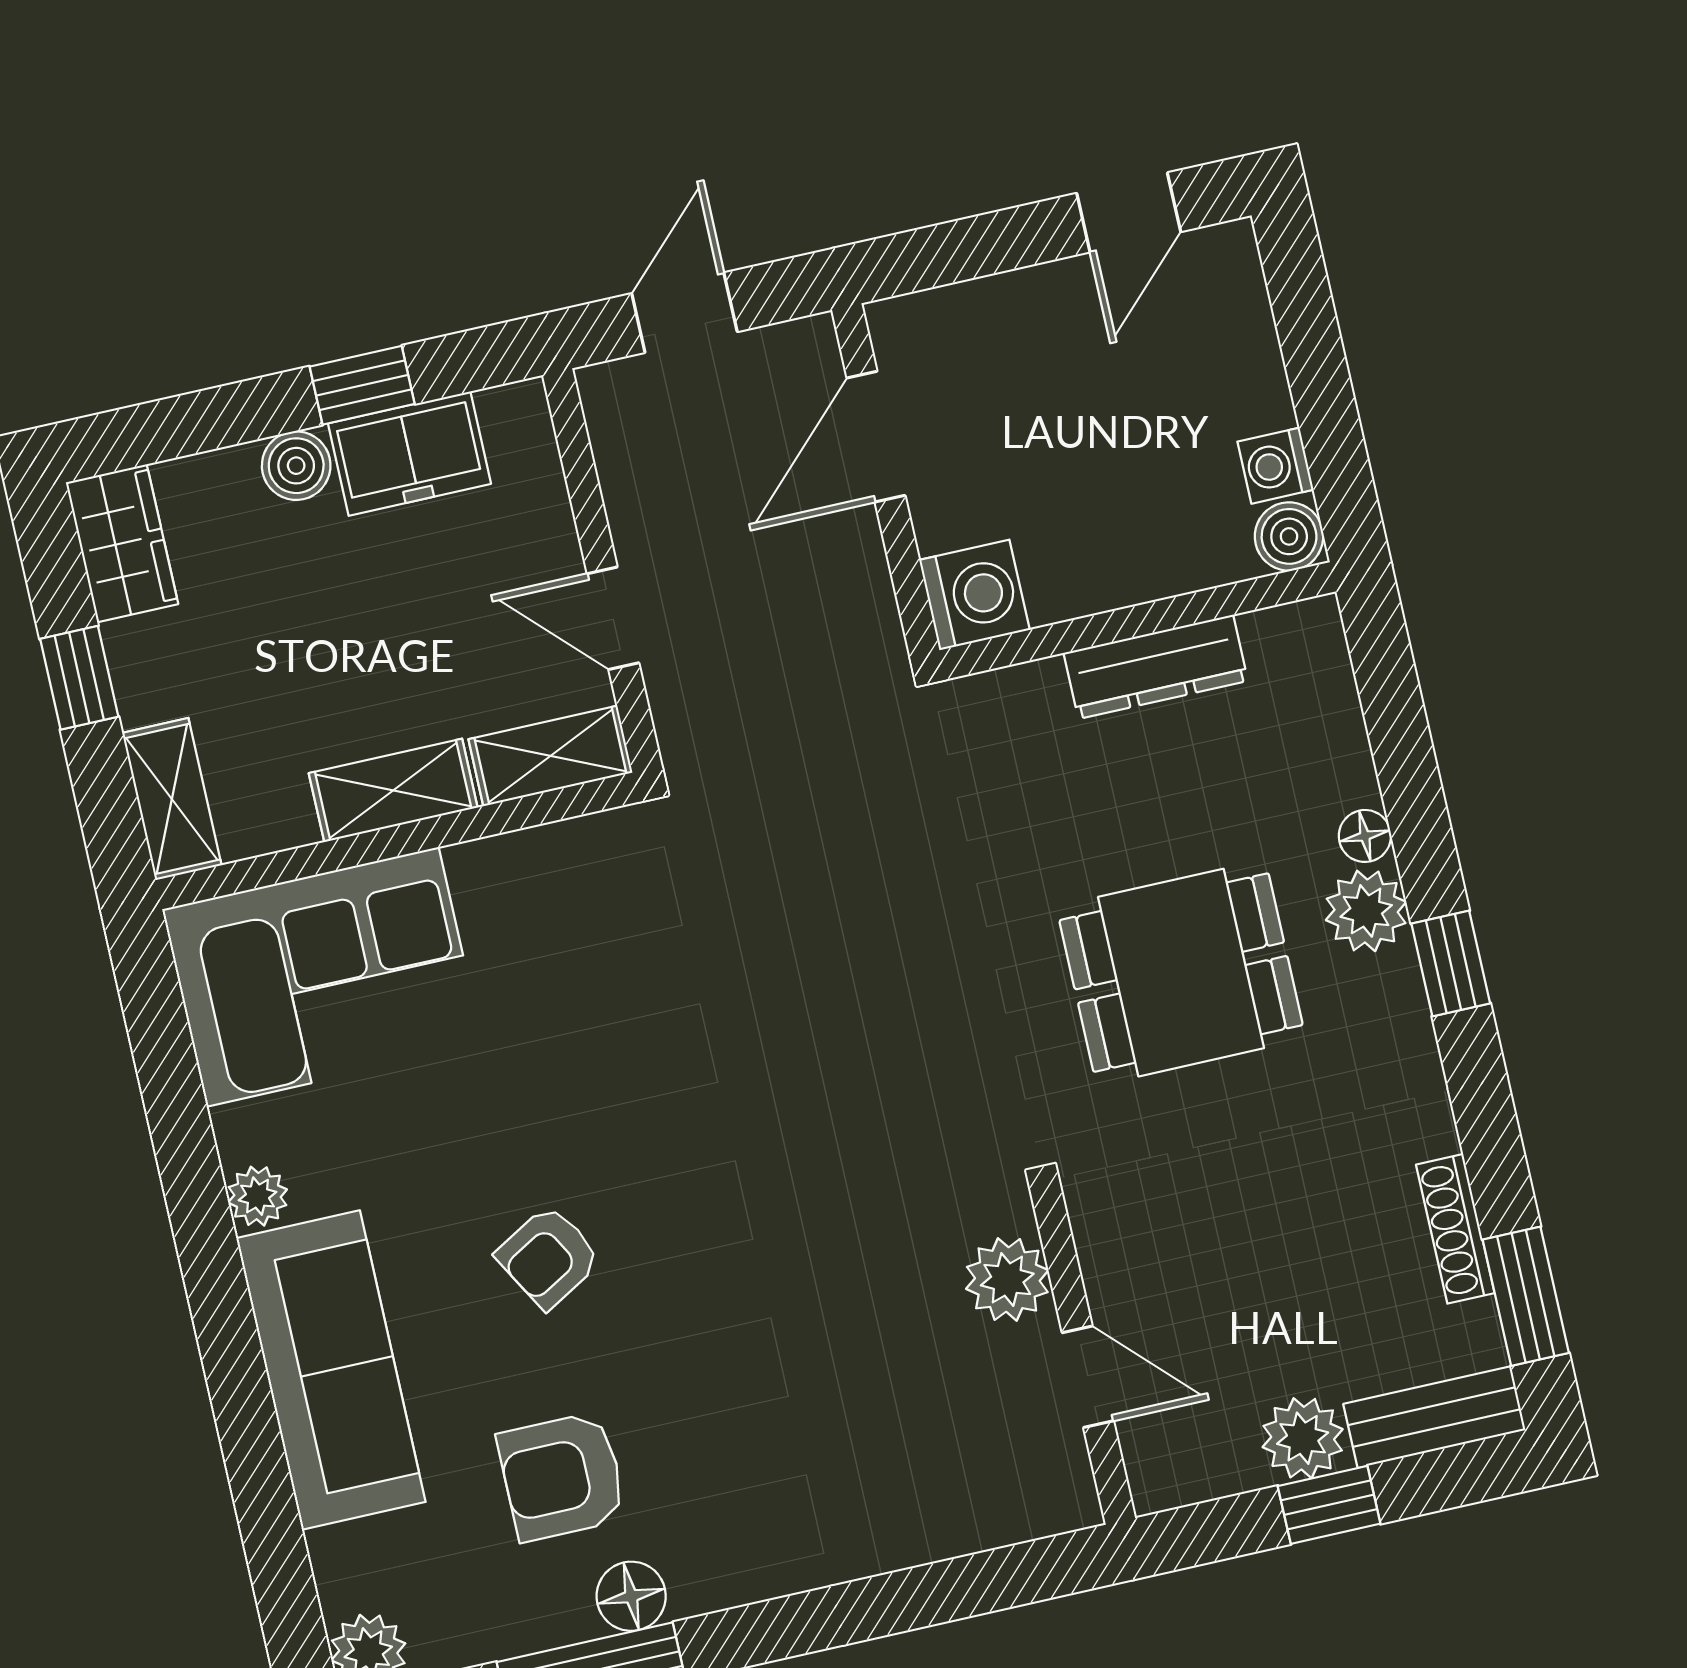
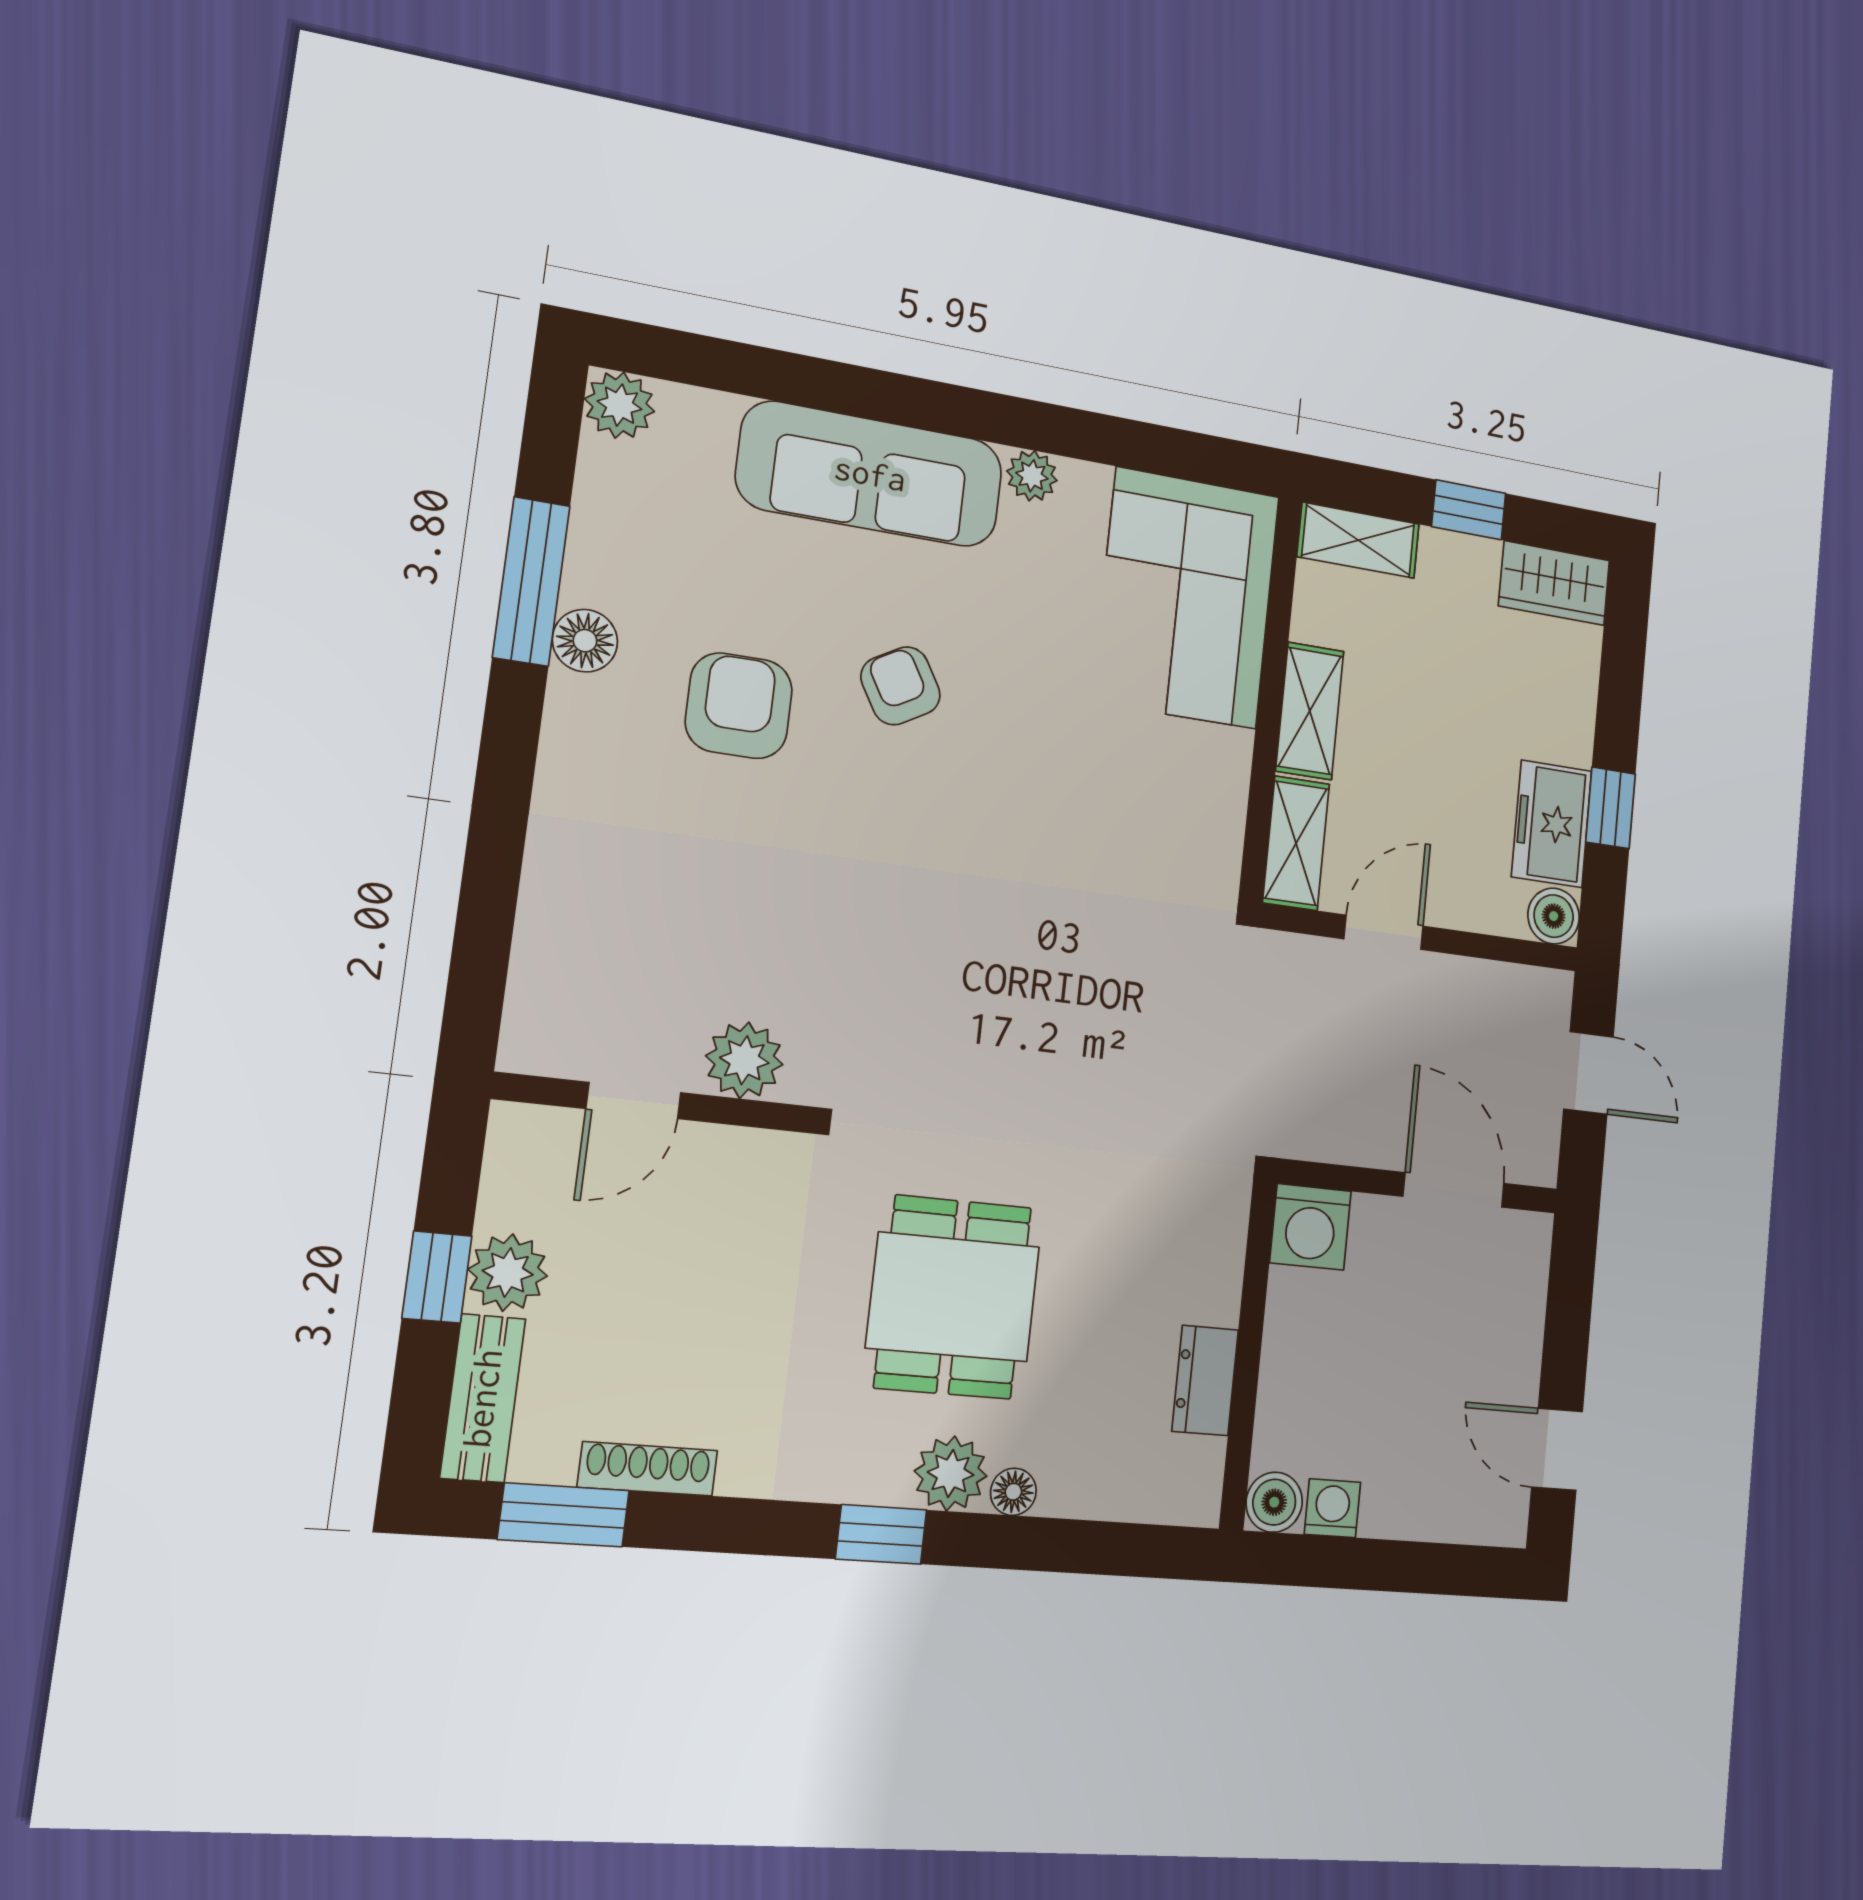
boiler: (296, 466) -> (1554, 916), moved
dresser: (1156, 667) -> (1205, 1380), width x0.70
armchair: (562, 1477) -> (739, 706), moved

